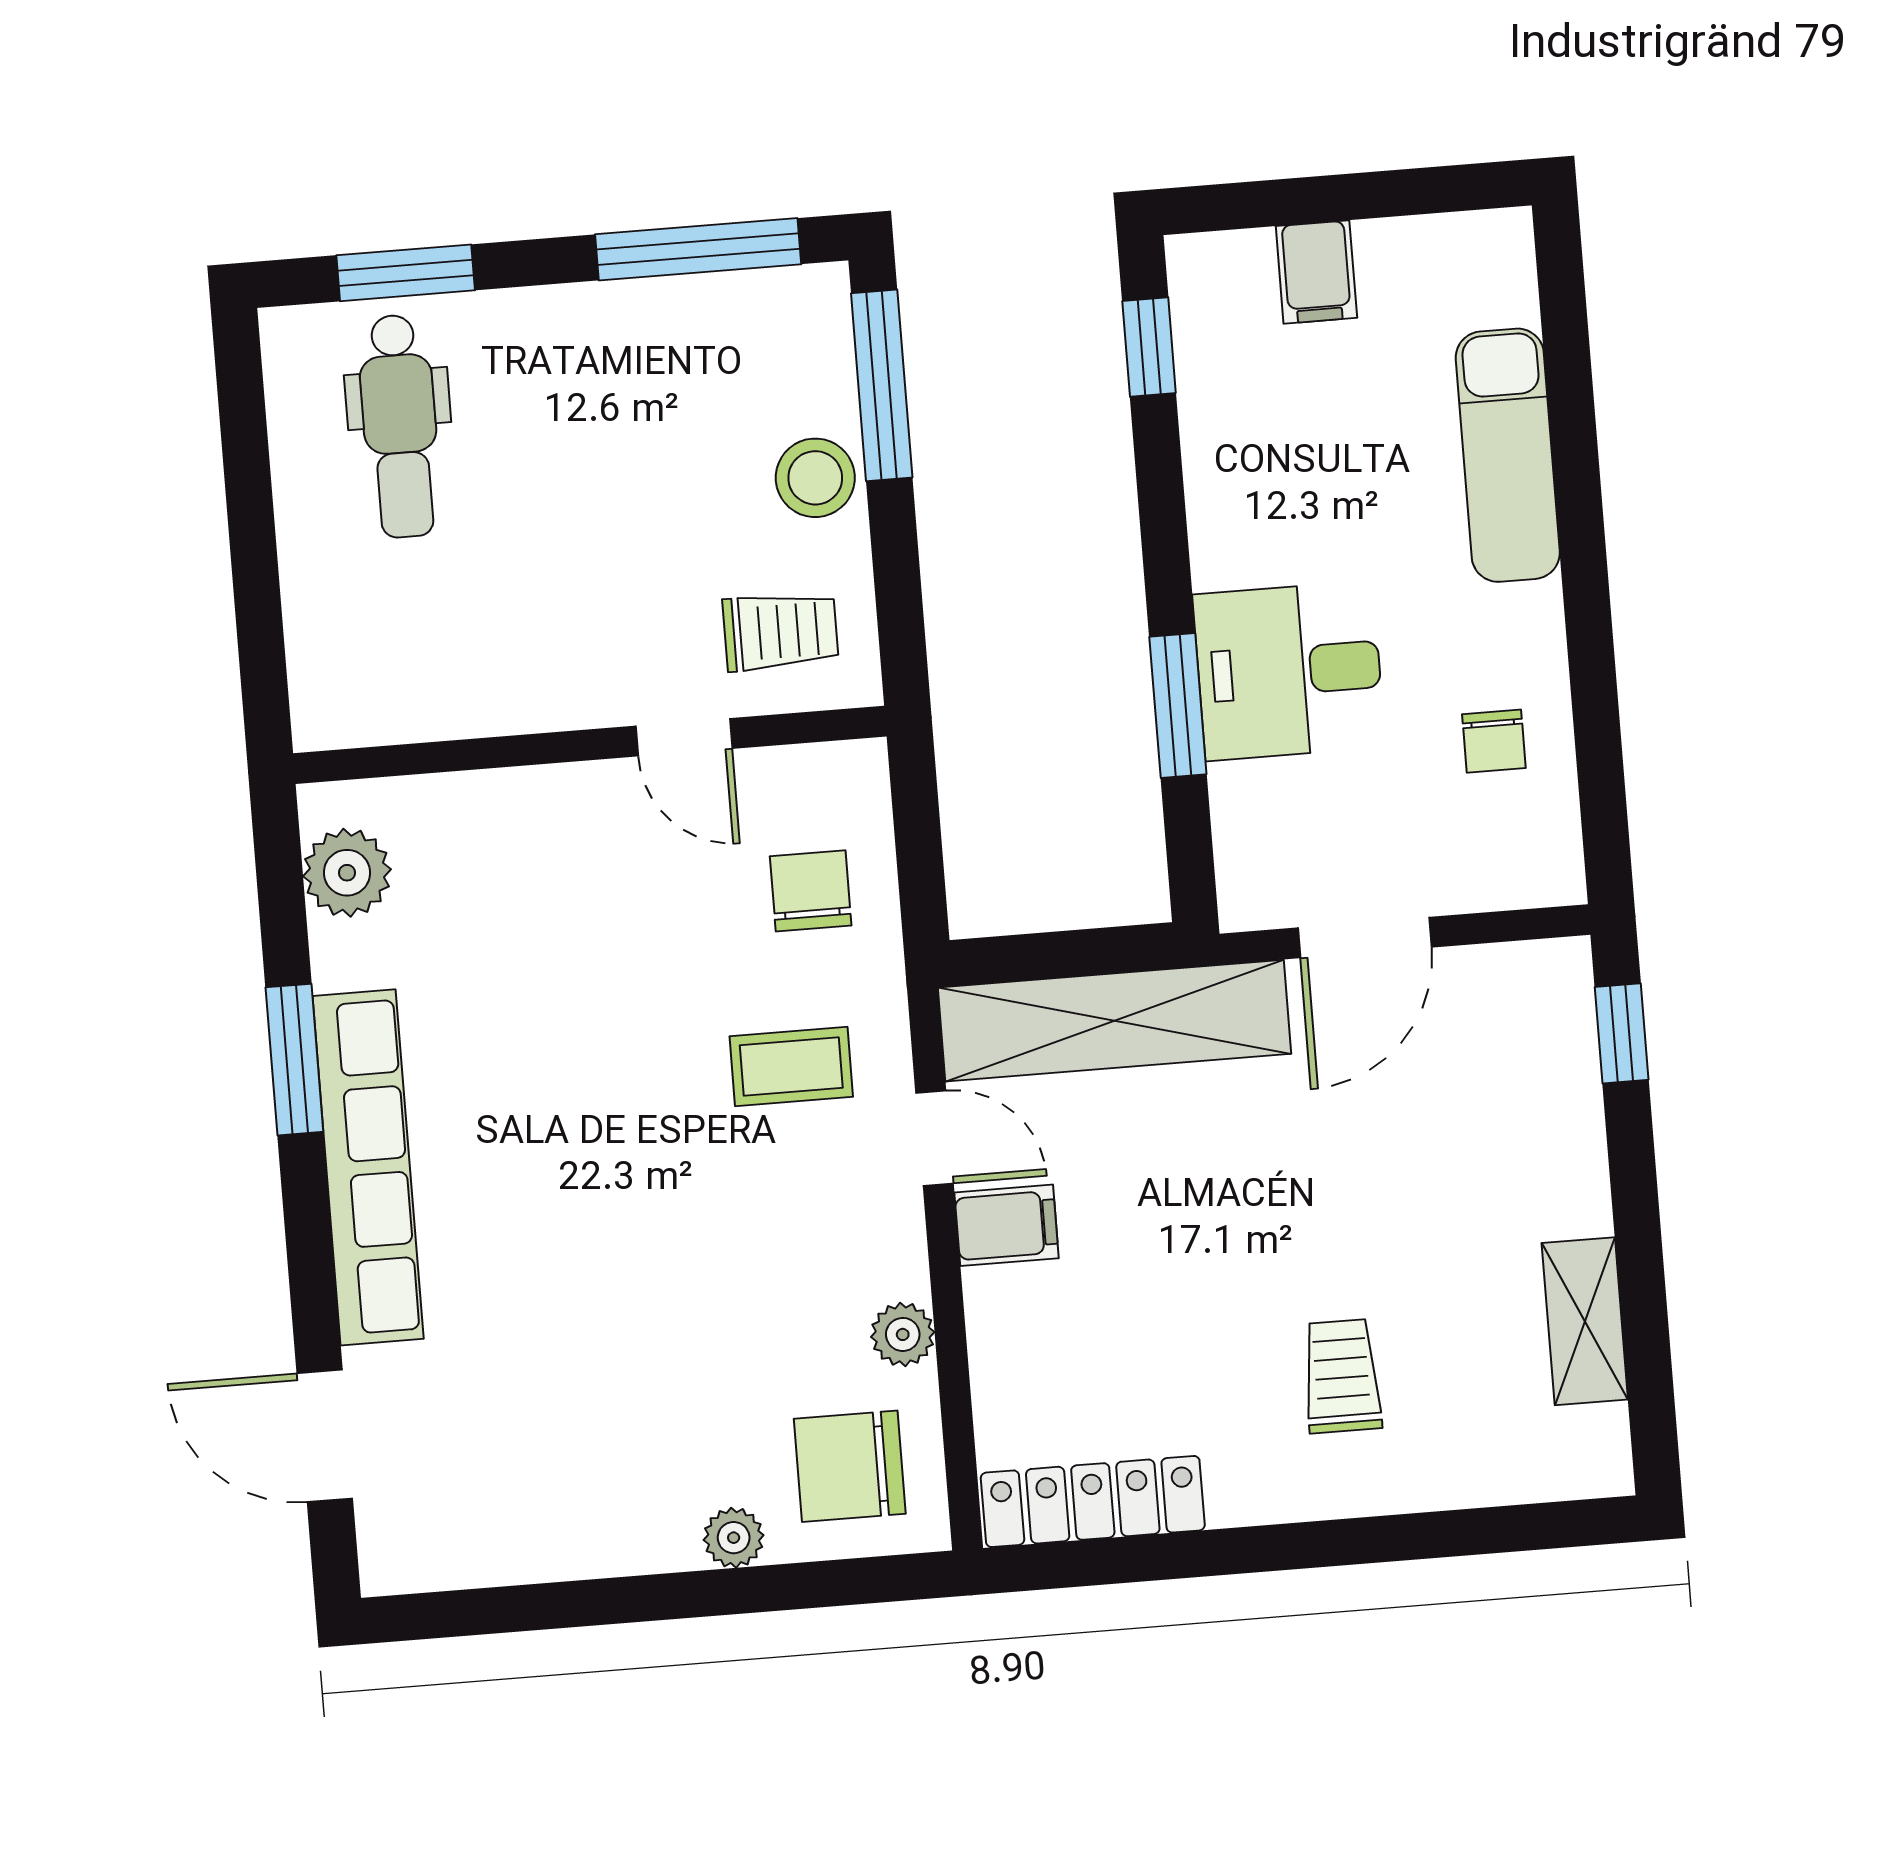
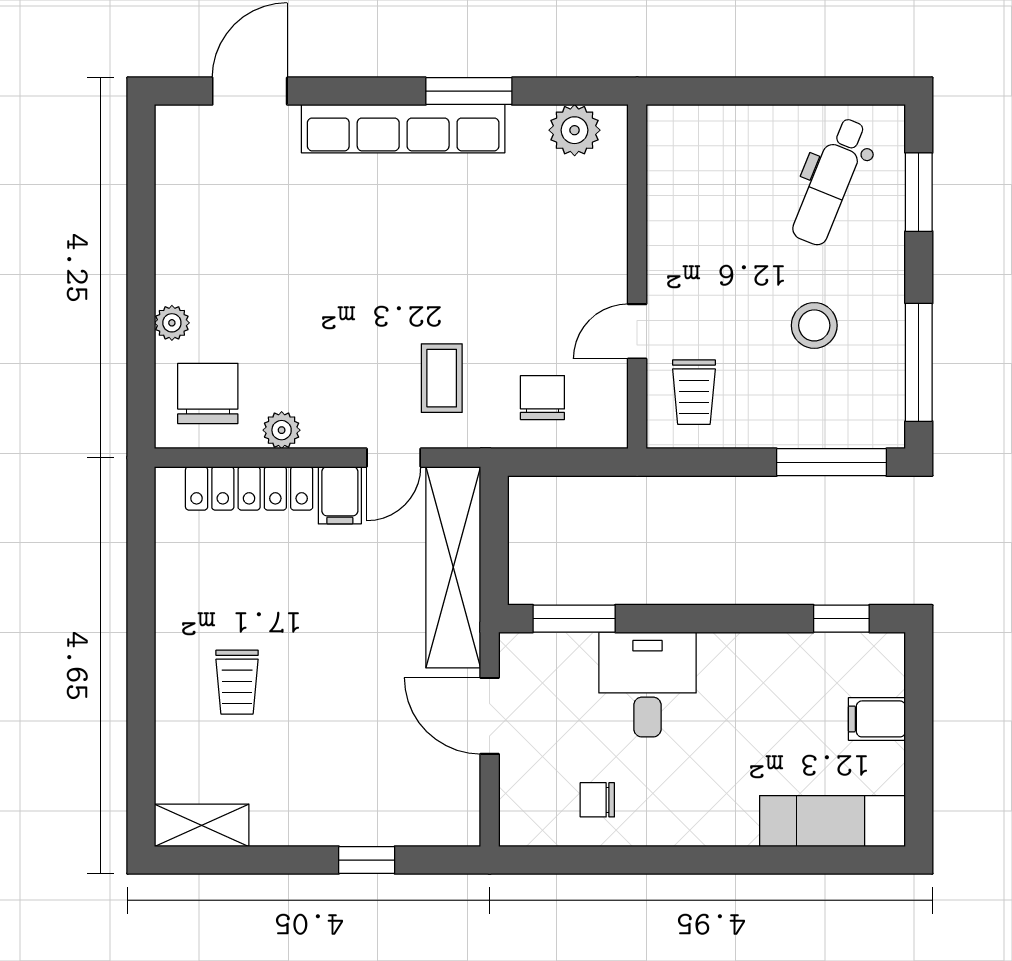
dental chair: (400, 426) -> (830, 182), turned -68
exam couch: (1508, 455) -> (832, 821), moved
stool: (815, 478) -> (814, 325), moved
window: (1178, 706) -> (574, 619), moved
chair: (811, 891) -> (542, 398), turned -90
window: (1622, 1033) -> (367, 860), moved
shelving: (1585, 1321) -> (202, 825), moved
trolley: (1342, 1376) -> (237, 682), turned 90
locker: (1093, 1501) -> (249, 488), moved, turned 90

